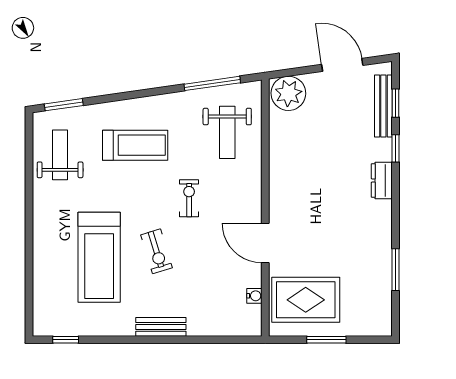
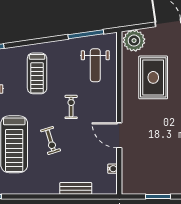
treadmill: (135, 145) -> (37, 73), turned 90
rug: (306, 300) -> (153, 77), moved, turned 90
bench: (161, 327) -> (76, 188), moved

